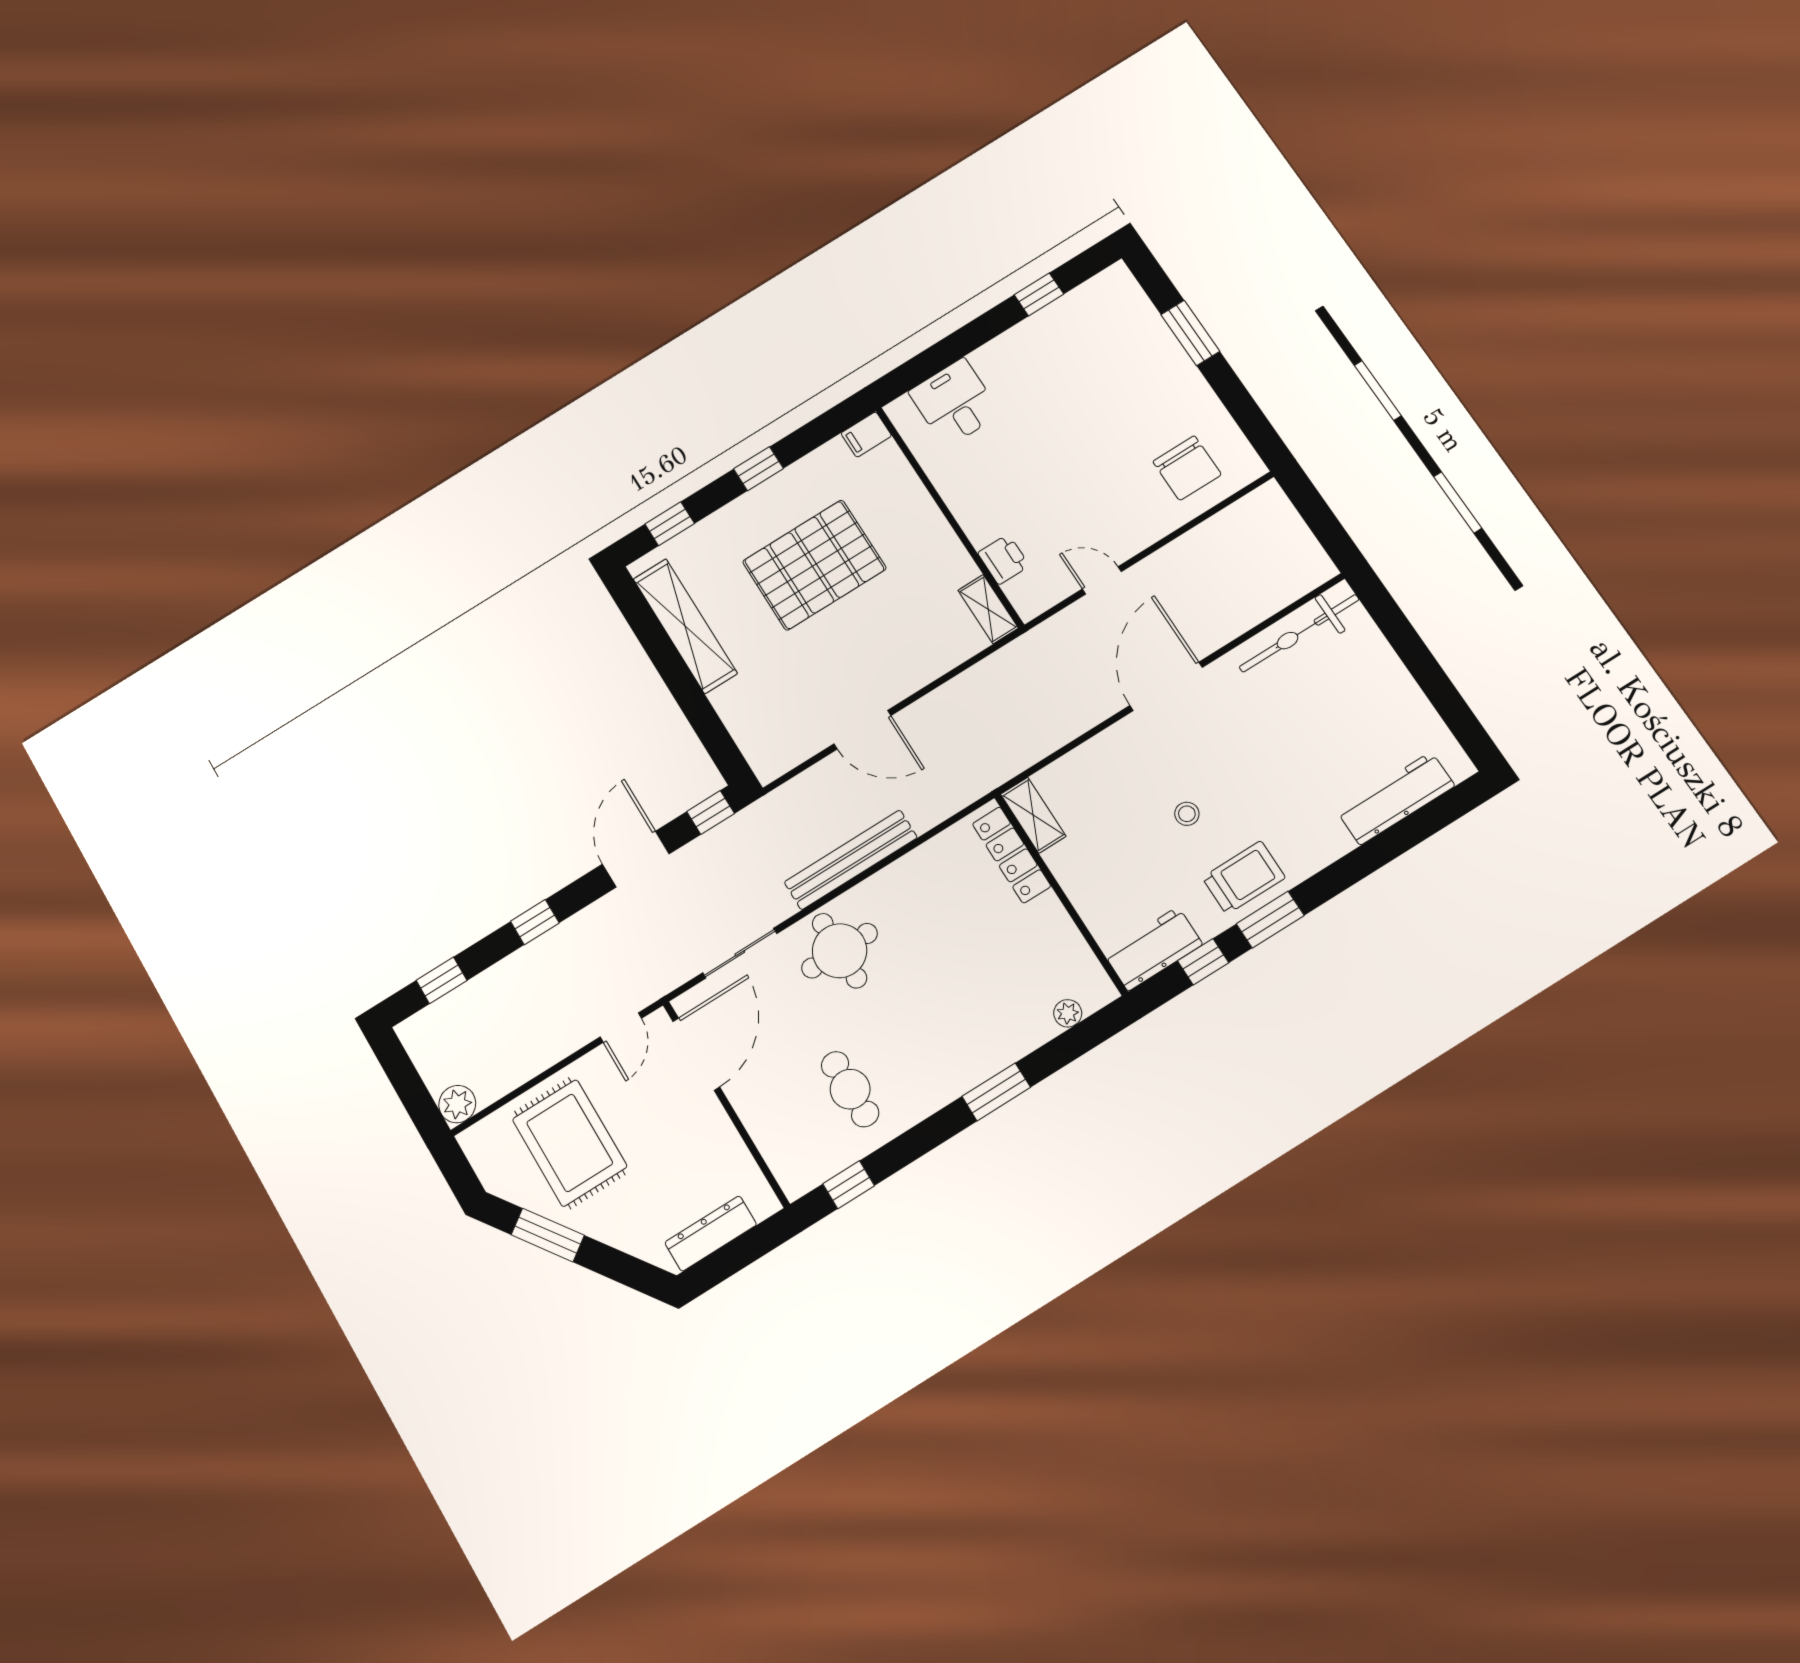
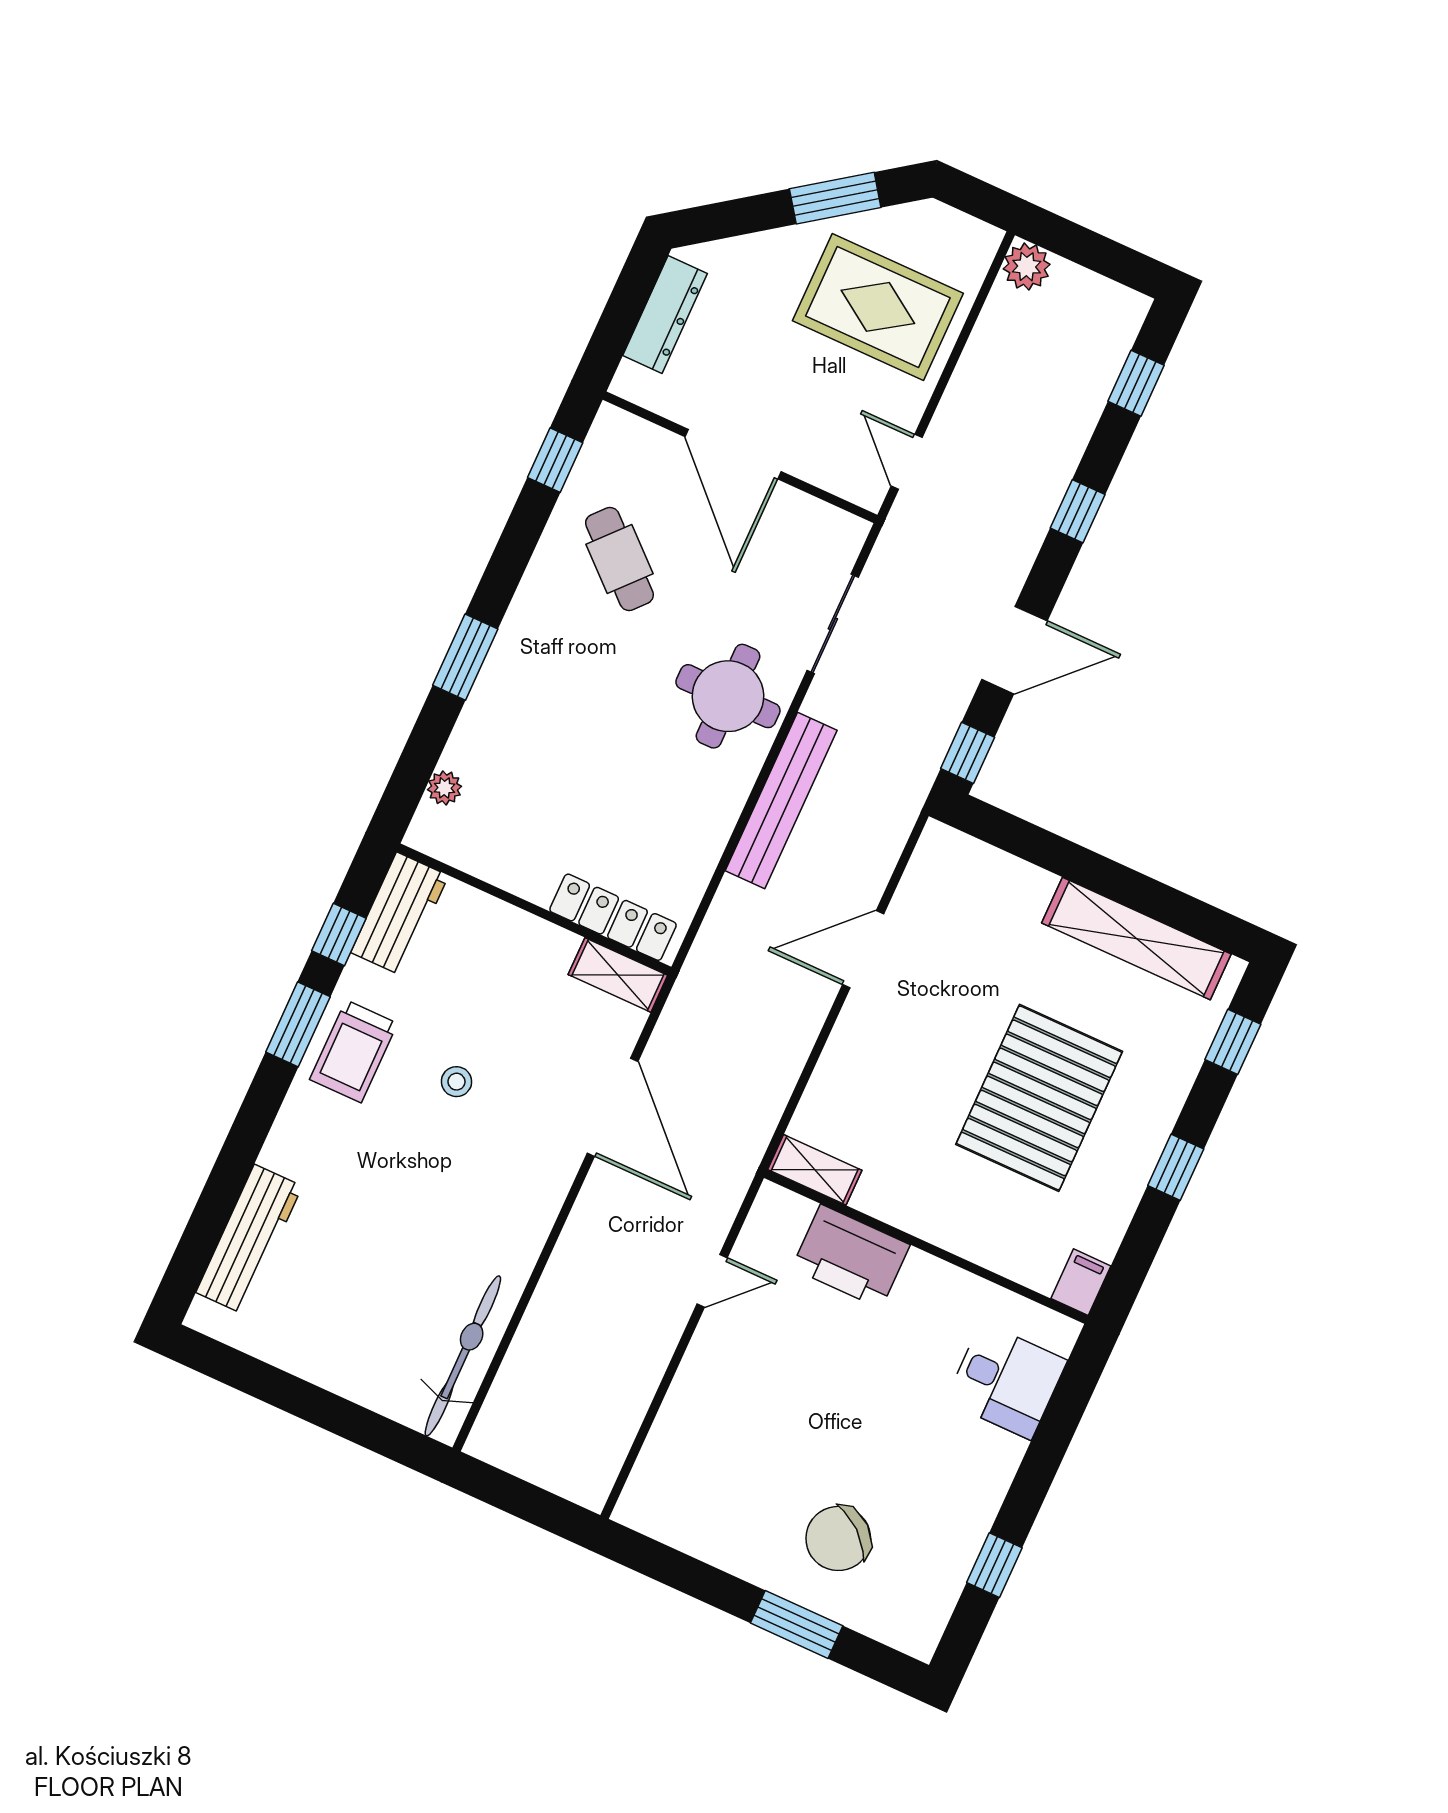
chair: (1187, 468) -> (838, 1538), moved, turned -50
printer: (1004, 559) -> (851, 1256), width x1.87, depth x1.48
door: (1166, 686) -> (613, 1107), moved
door: (636, 859) -> (1014, 650), hinge flipped
door: (696, 1054) -> (733, 454), moved
cafe table: (850, 1089) -> (619, 559), turned 42

